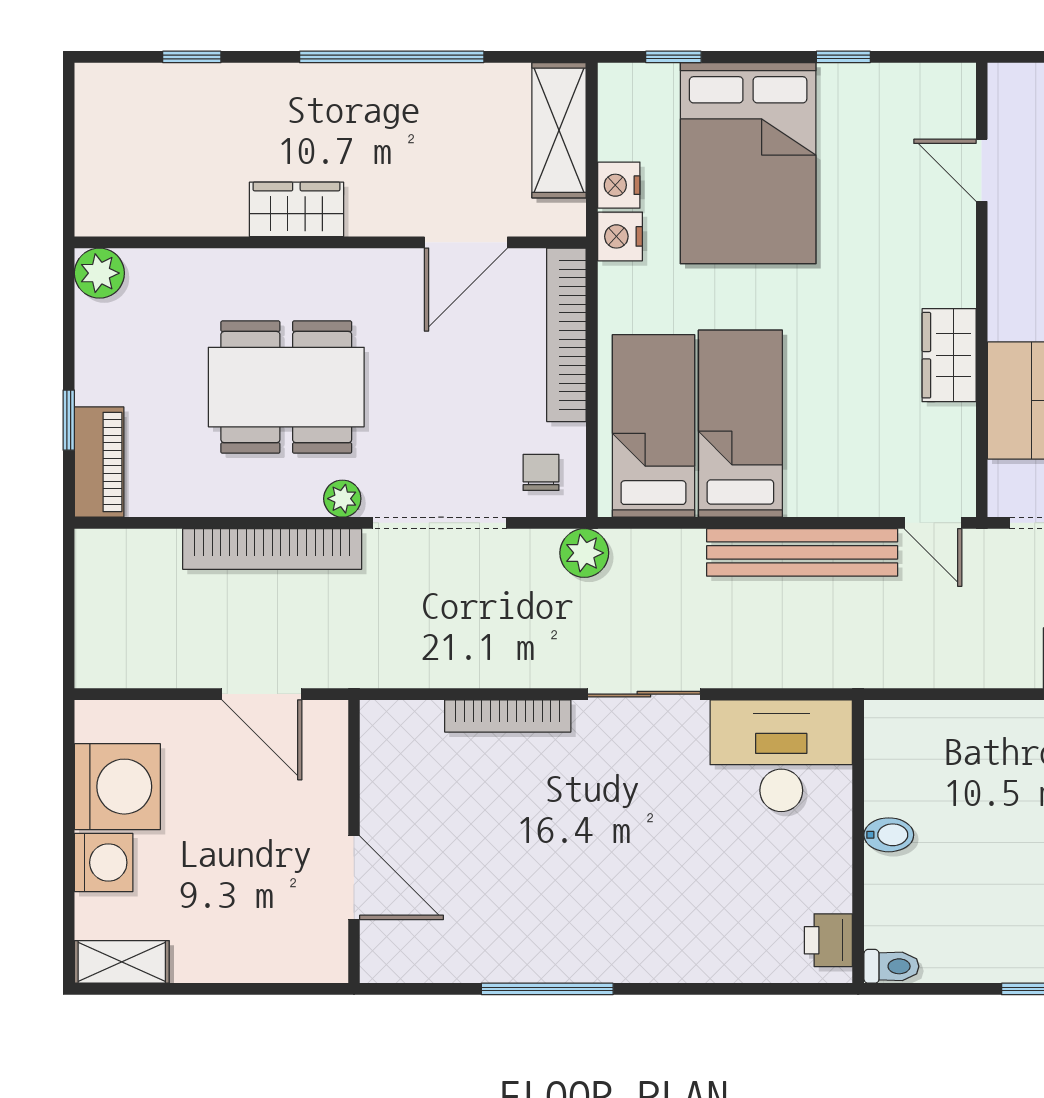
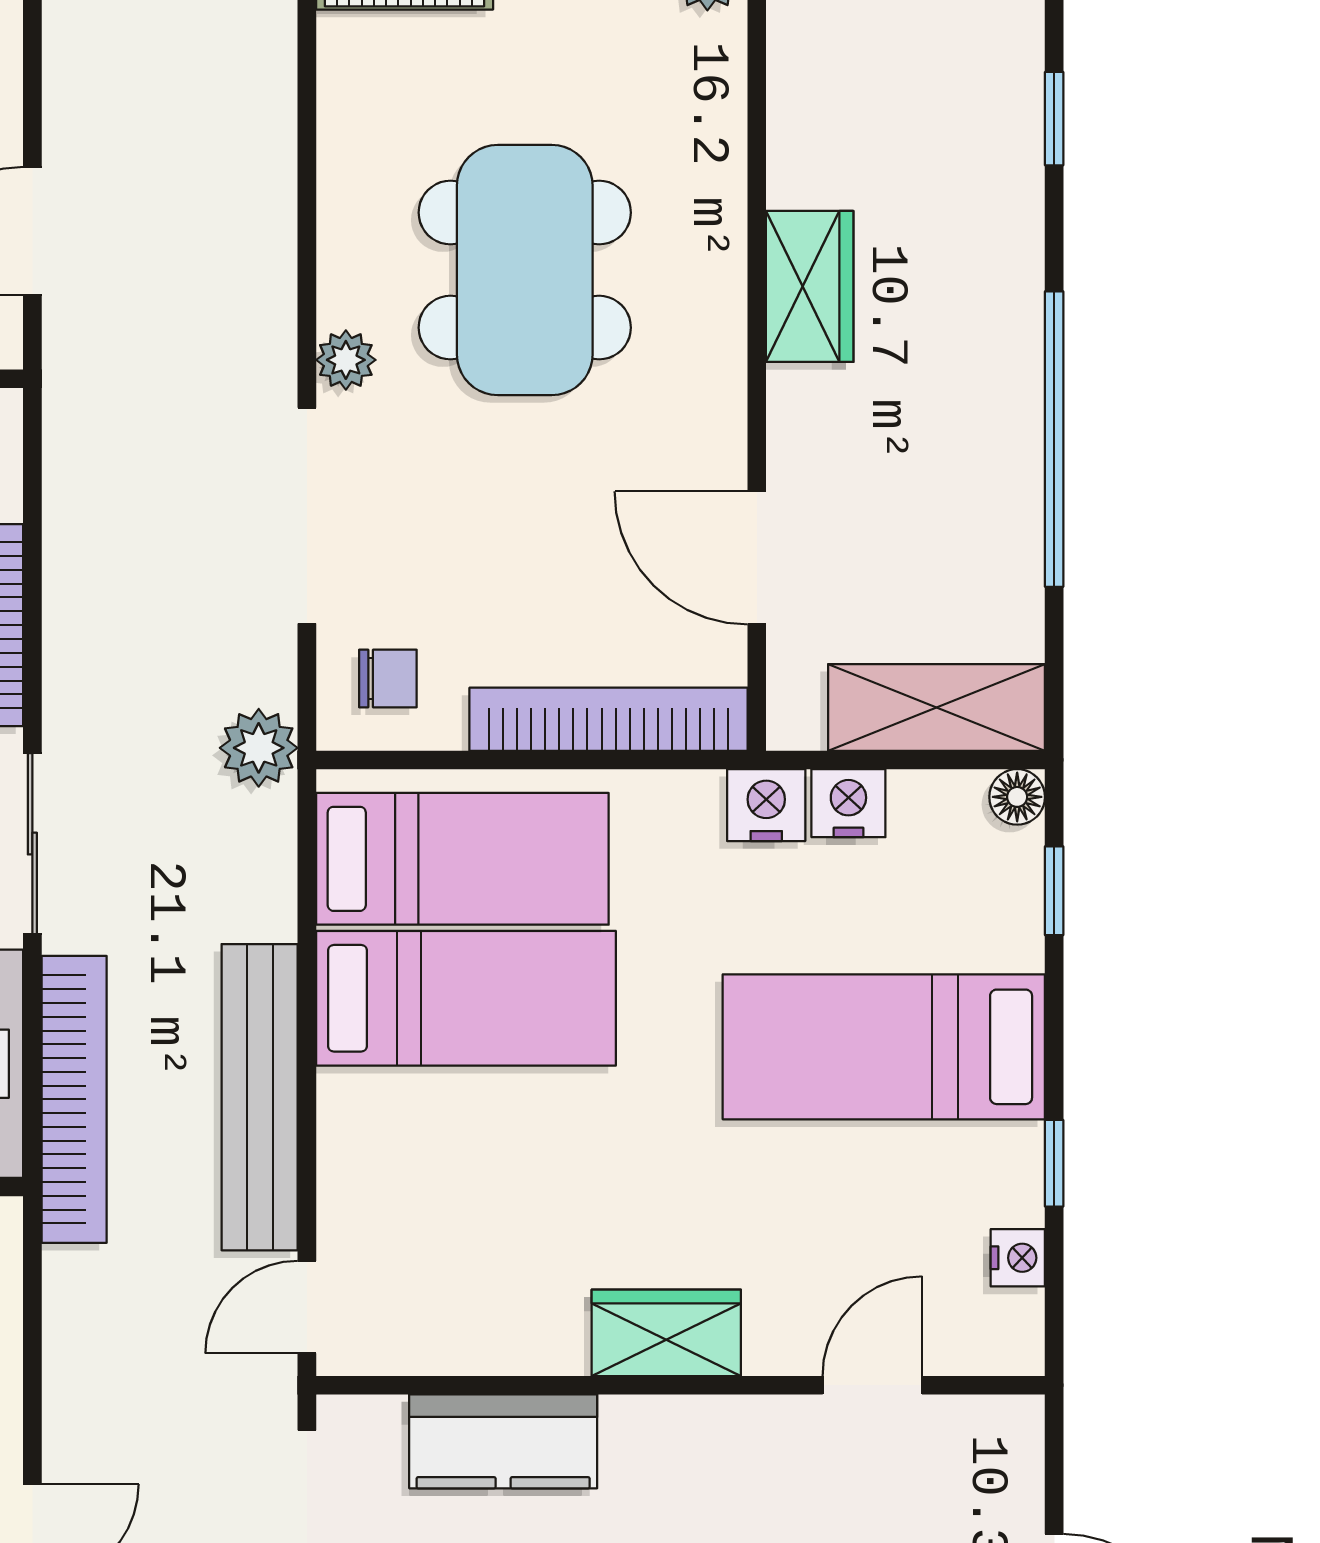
floor lamp: (615, 80) -> (1017, 797), added
nightstand: (902, 80) -> (1018, 1258), added
bed: (748, 163) -> (884, 1047), width x0.67
wardrobe: (949, 355) -> (666, 1333), moved
bookcase: (272, 549) -> (74, 1099), moved, turned 180

